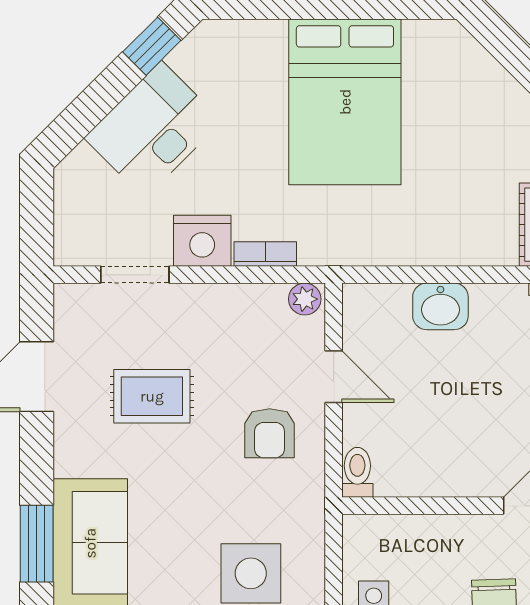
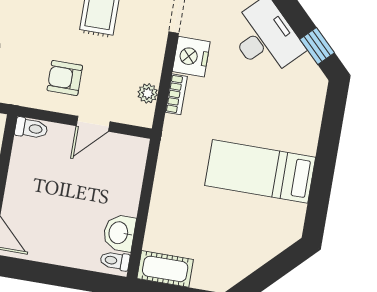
bed: (345, 102) -> (260, 171), width x0.67
plant: (305, 299) -> (148, 93), moved
washbasin: (440, 306) -> (119, 233), moved

